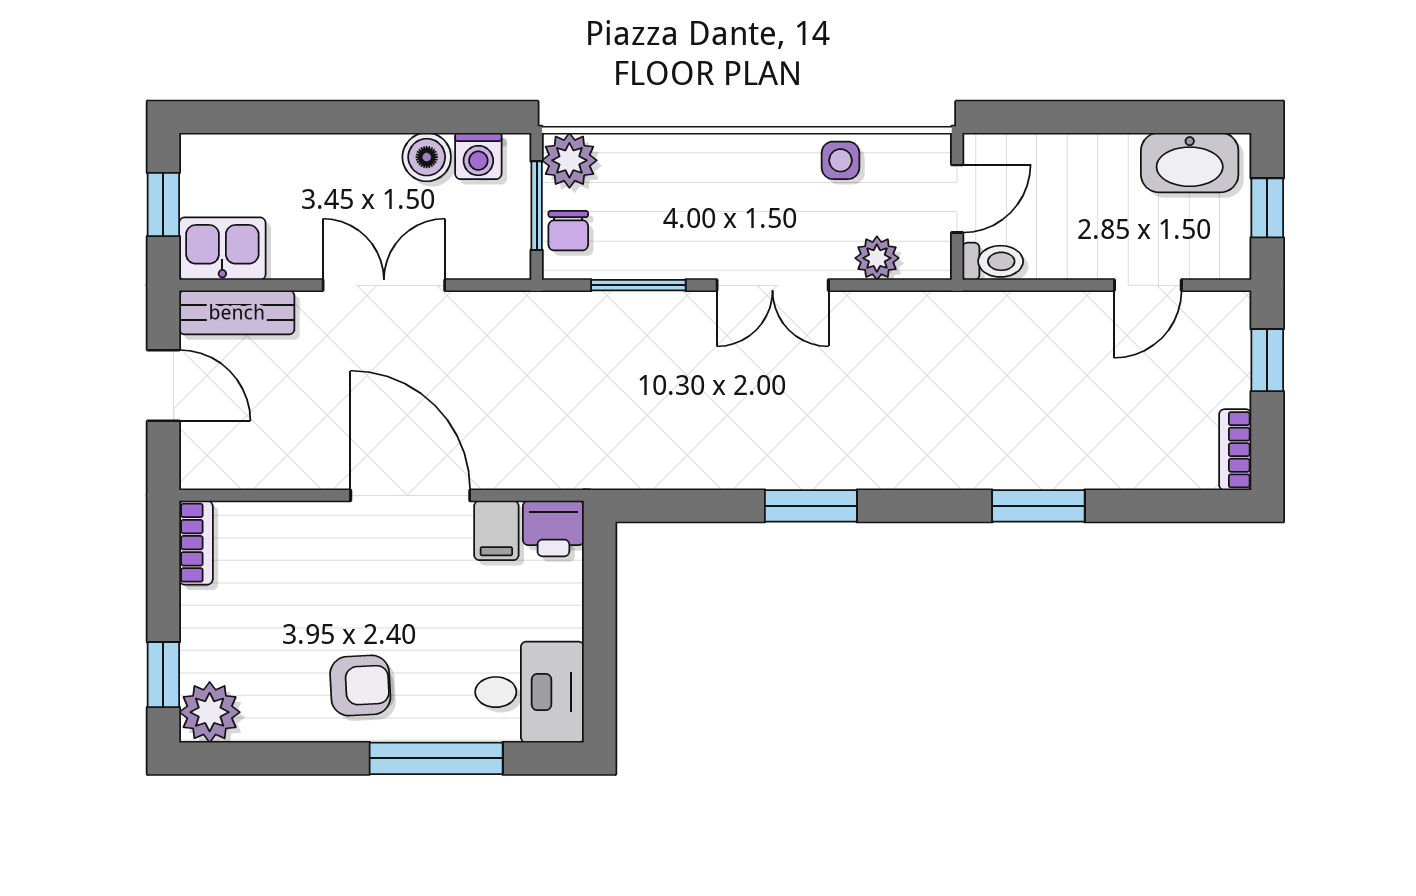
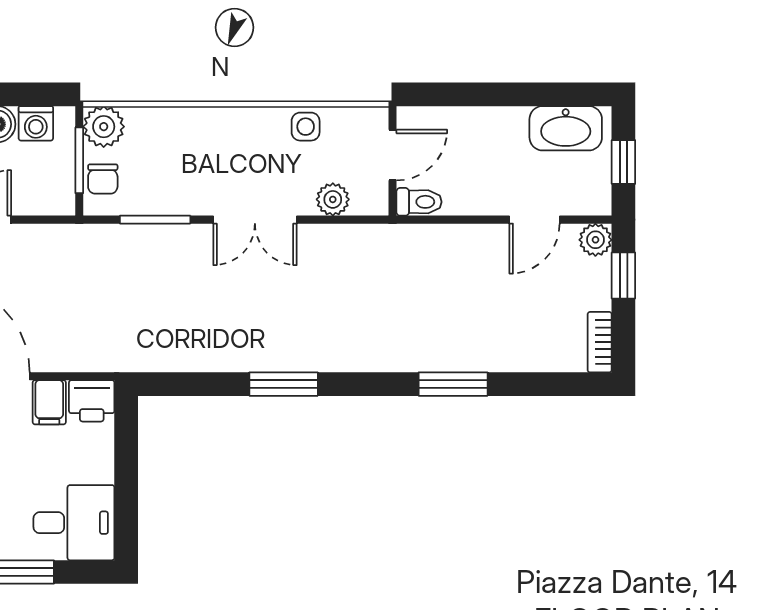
plant: (1230, 312) -> (595, 240), added

